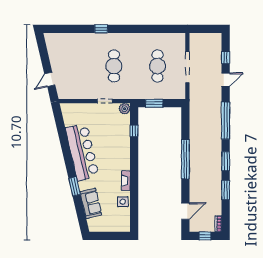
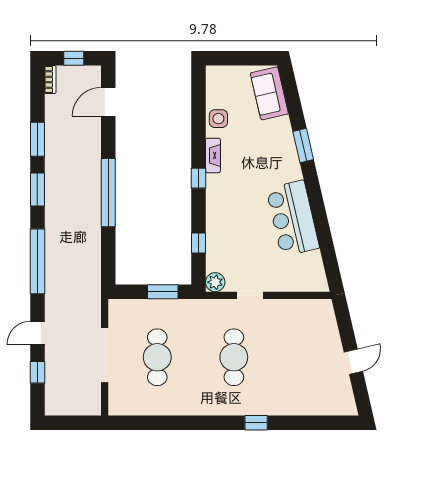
door: (50, 79) -> (353, 362), moved
bar counter: (82, 152) -> (293, 218), width x0.73
window: (134, 168) -> (198, 178), added
sofa: (91, 203) -> (269, 93), moved

